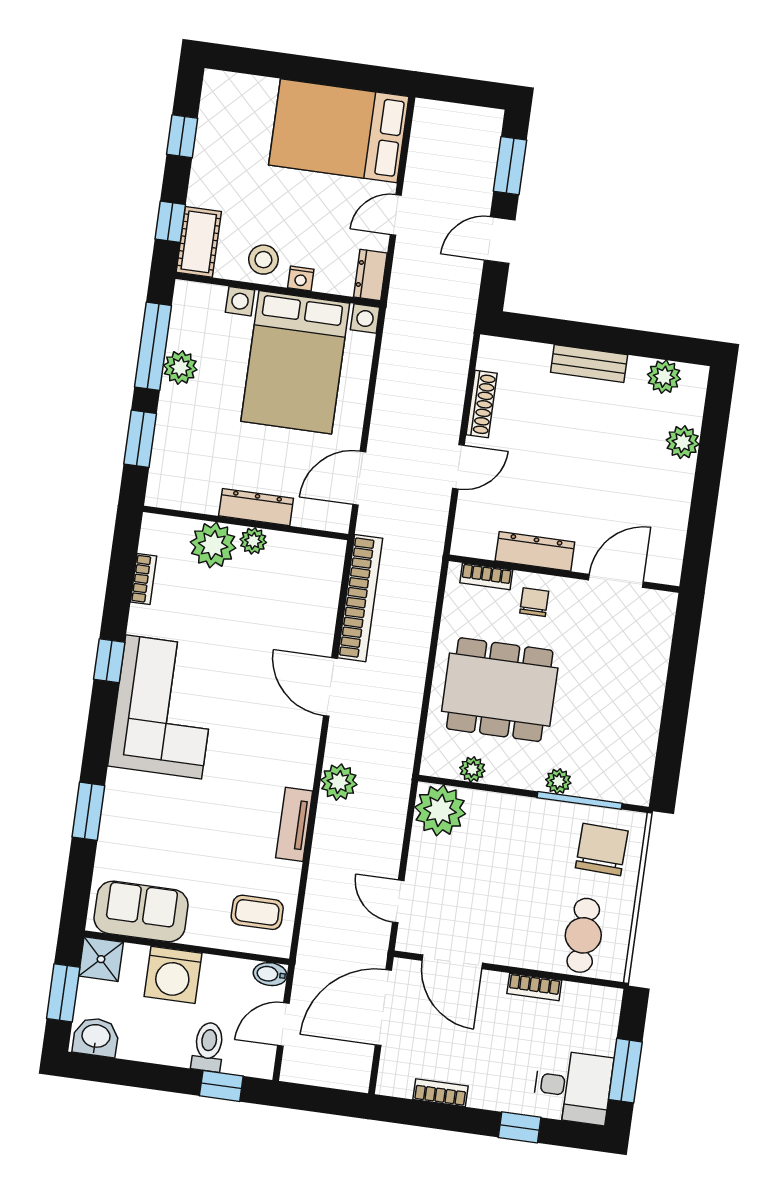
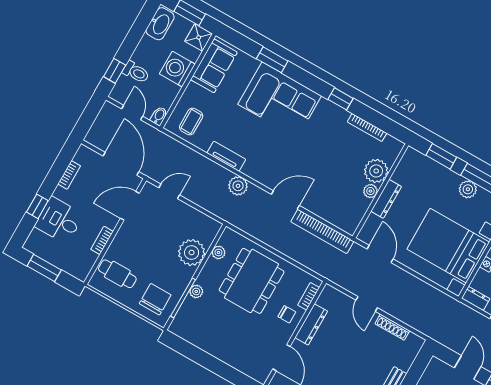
bookcase: (144, 579) -> (367, 127), width x1.56
corner sofa: (164, 707) -> (280, 100), moved
plant: (440, 810) -> (192, 253), moved
chair: (602, 849) -> (155, 299), turned -92
washbasin: (96, 1037) -> (160, 24), width x1.38
desk: (573, 1087) -> (59, 220), moved, turned 90

